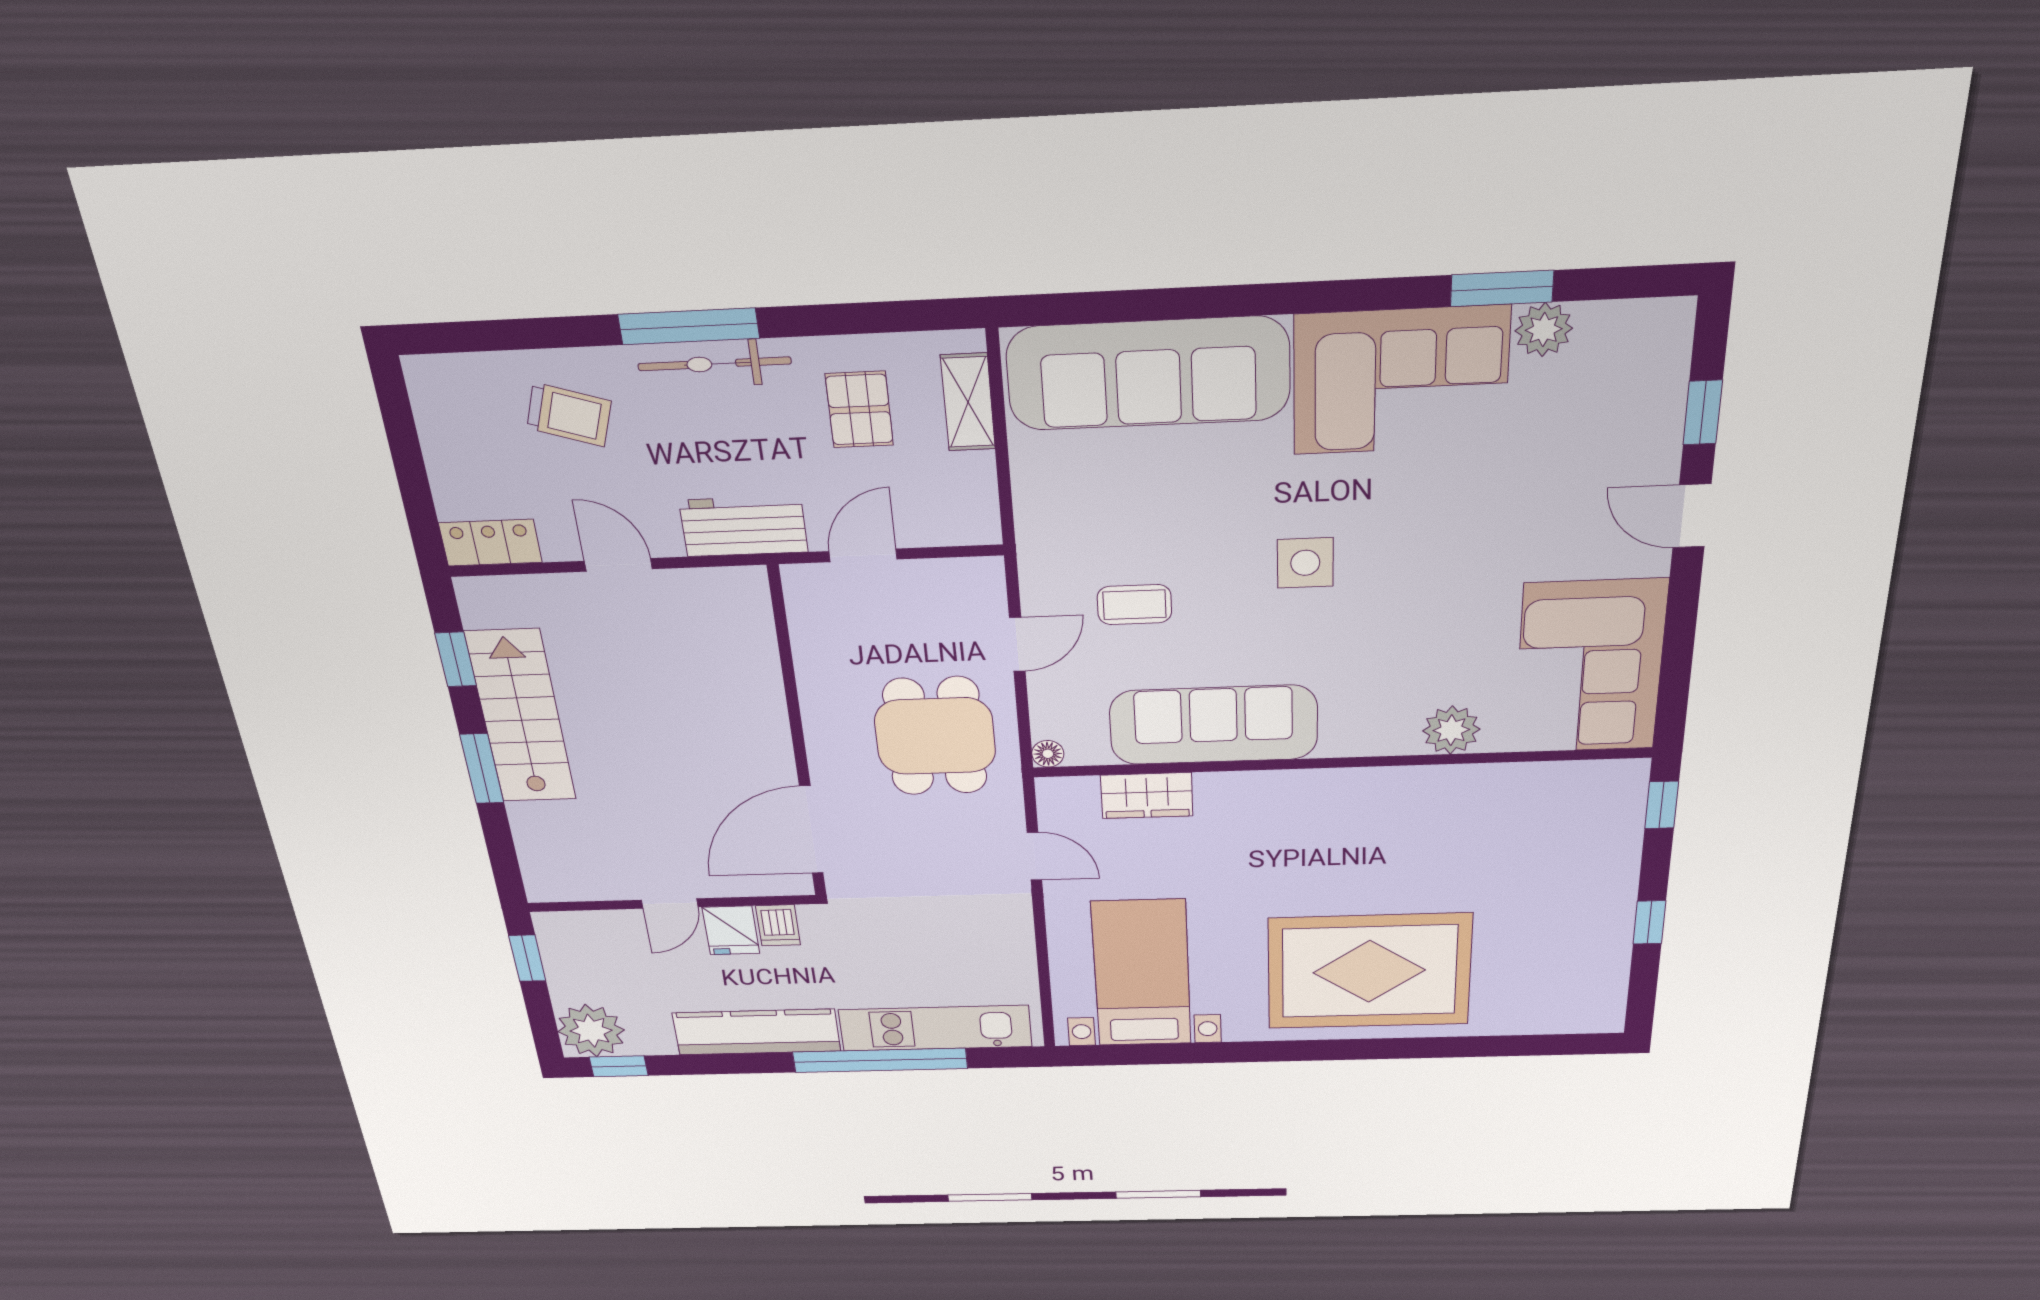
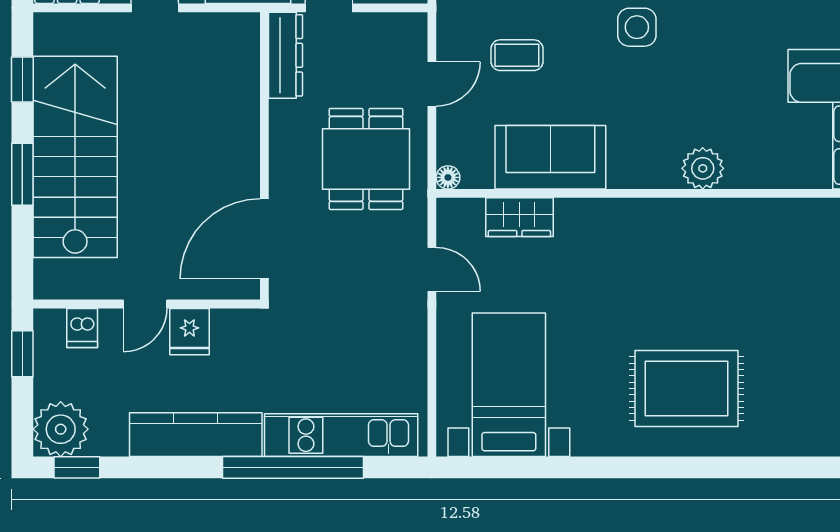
dresser: (810, 617) -> (285, 55), added
stairs: (521, 717) -> (75, 157), width x1.36, depth x1.51
sofa: (1214, 725) -> (550, 157), width x0.73
plant: (1451, 730) -> (703, 168), moved
dishwasher: (778, 925) -> (82, 328), moved
rug: (1369, 971) -> (687, 389), width x0.73, depth x0.69

